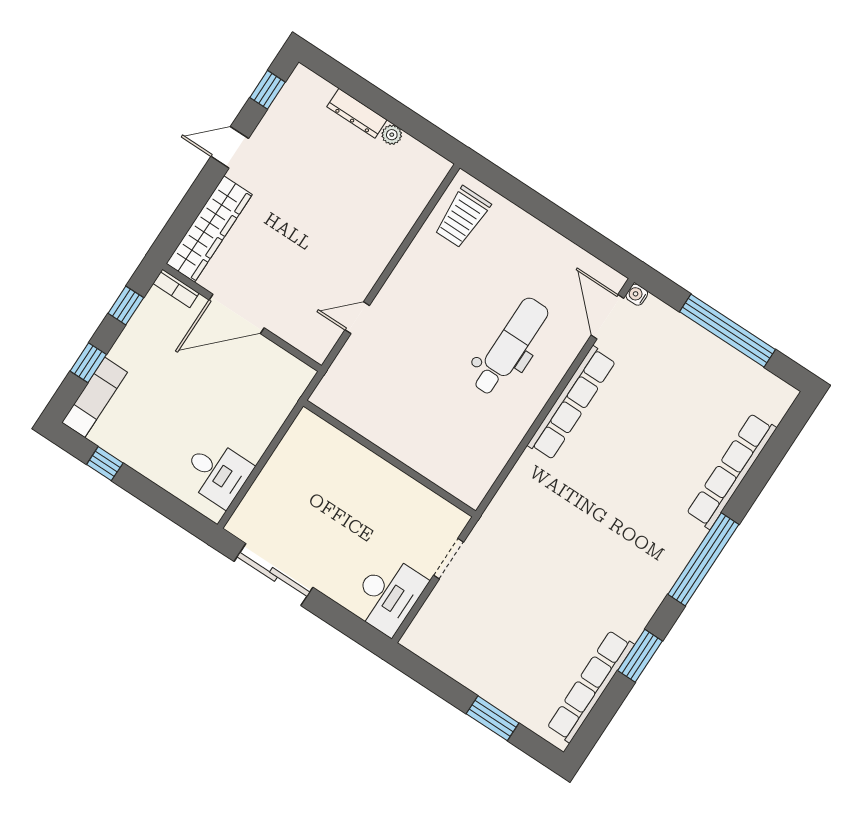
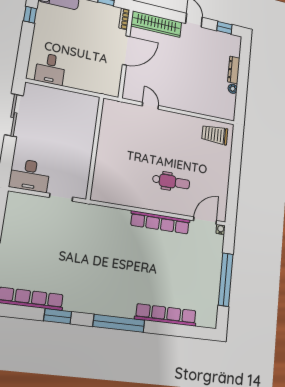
door: (237, 314) -> (126, 50), swing flipped
dental chair: (510, 346) -> (171, 182), width x0.73, depth x0.72

